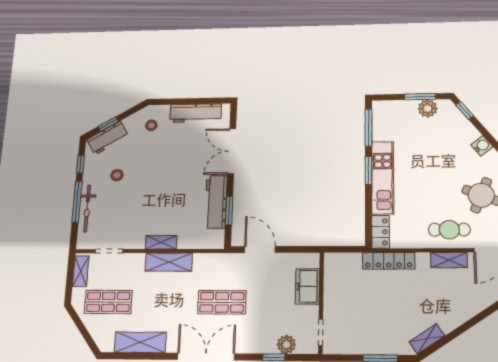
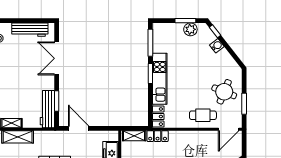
water cooler: (482, 146) -> (217, 46), moved
workbench: (216, 202) -> (47, 109), moved
shelving: (449, 260) -> (134, 136), moved
locker: (389, 261) -> (158, 136), width x0.66

